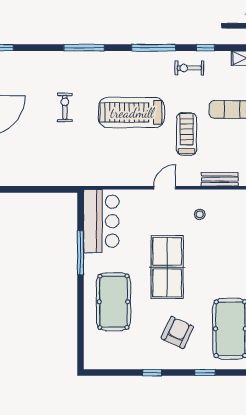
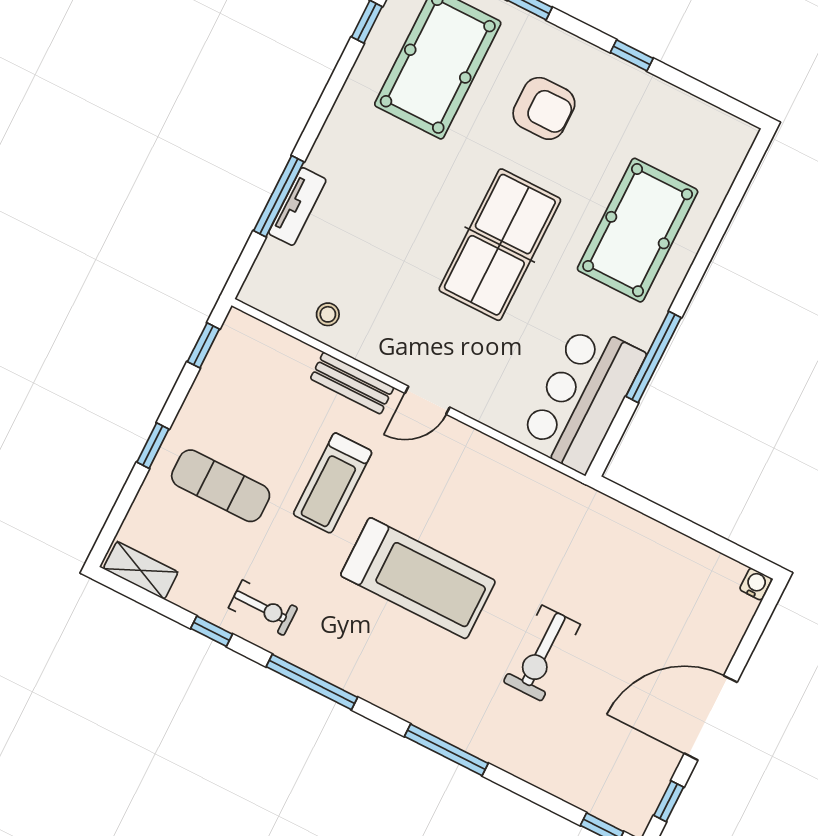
exercise bike: (65, 107) -> (542, 653), width x1.38, depth x1.39
bench: (220, 179) -> (352, 383), moved
stool: (200, 214) -> (328, 314), moved
armchair: (177, 332) -> (544, 108), turned -115

